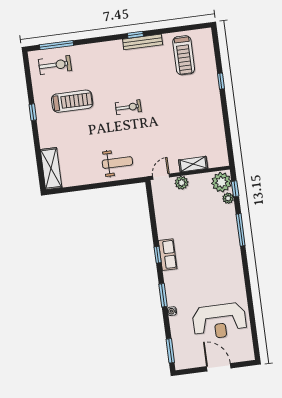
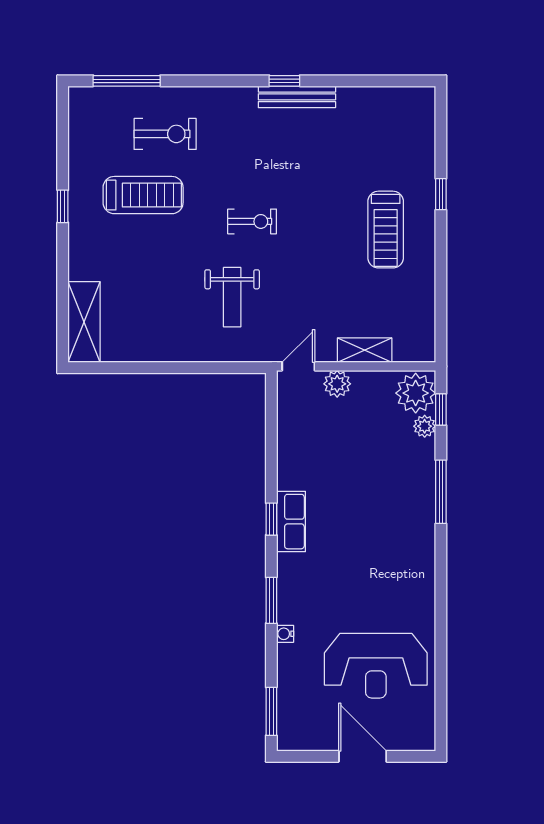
treadmill: (184, 55) -> (386, 230), moved
exercise bike: (55, 65) -> (165, 134), moved
weight bench: (117, 163) -> (232, 297), moved, turned 90

